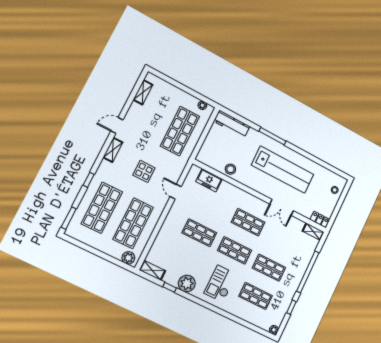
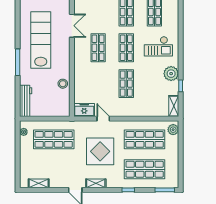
display table: (144, 171) -> (100, 151), width x1.86, depth x1.86
freezer: (209, 180) -> (84, 110), moved, turned -90
door: (176, 192) -> (103, 119), swing flipped

